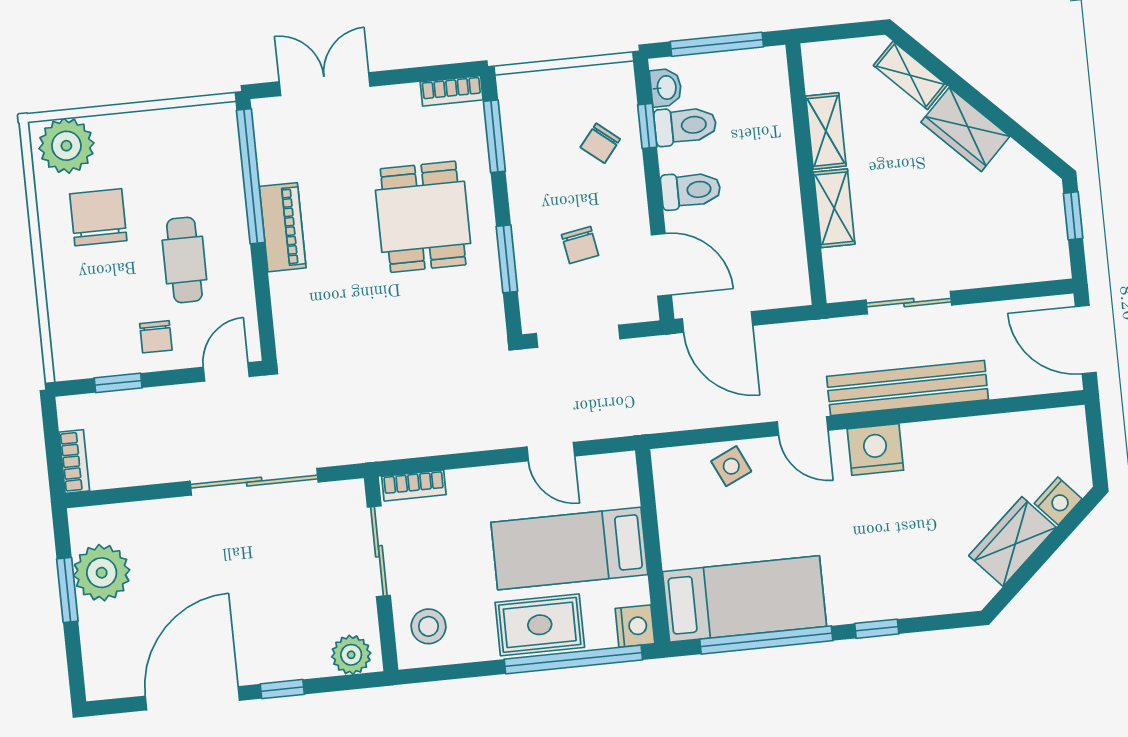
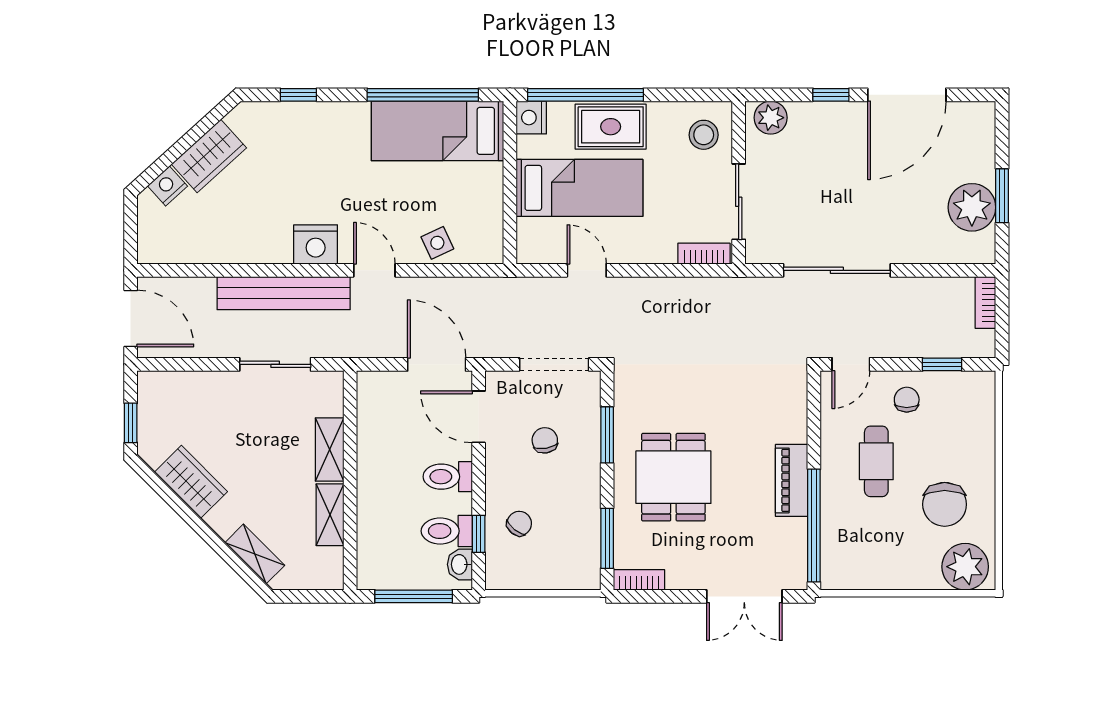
wardrobe: (965, 129) -> (191, 482), moved
window: (877, 629) -> (298, 95), moved

